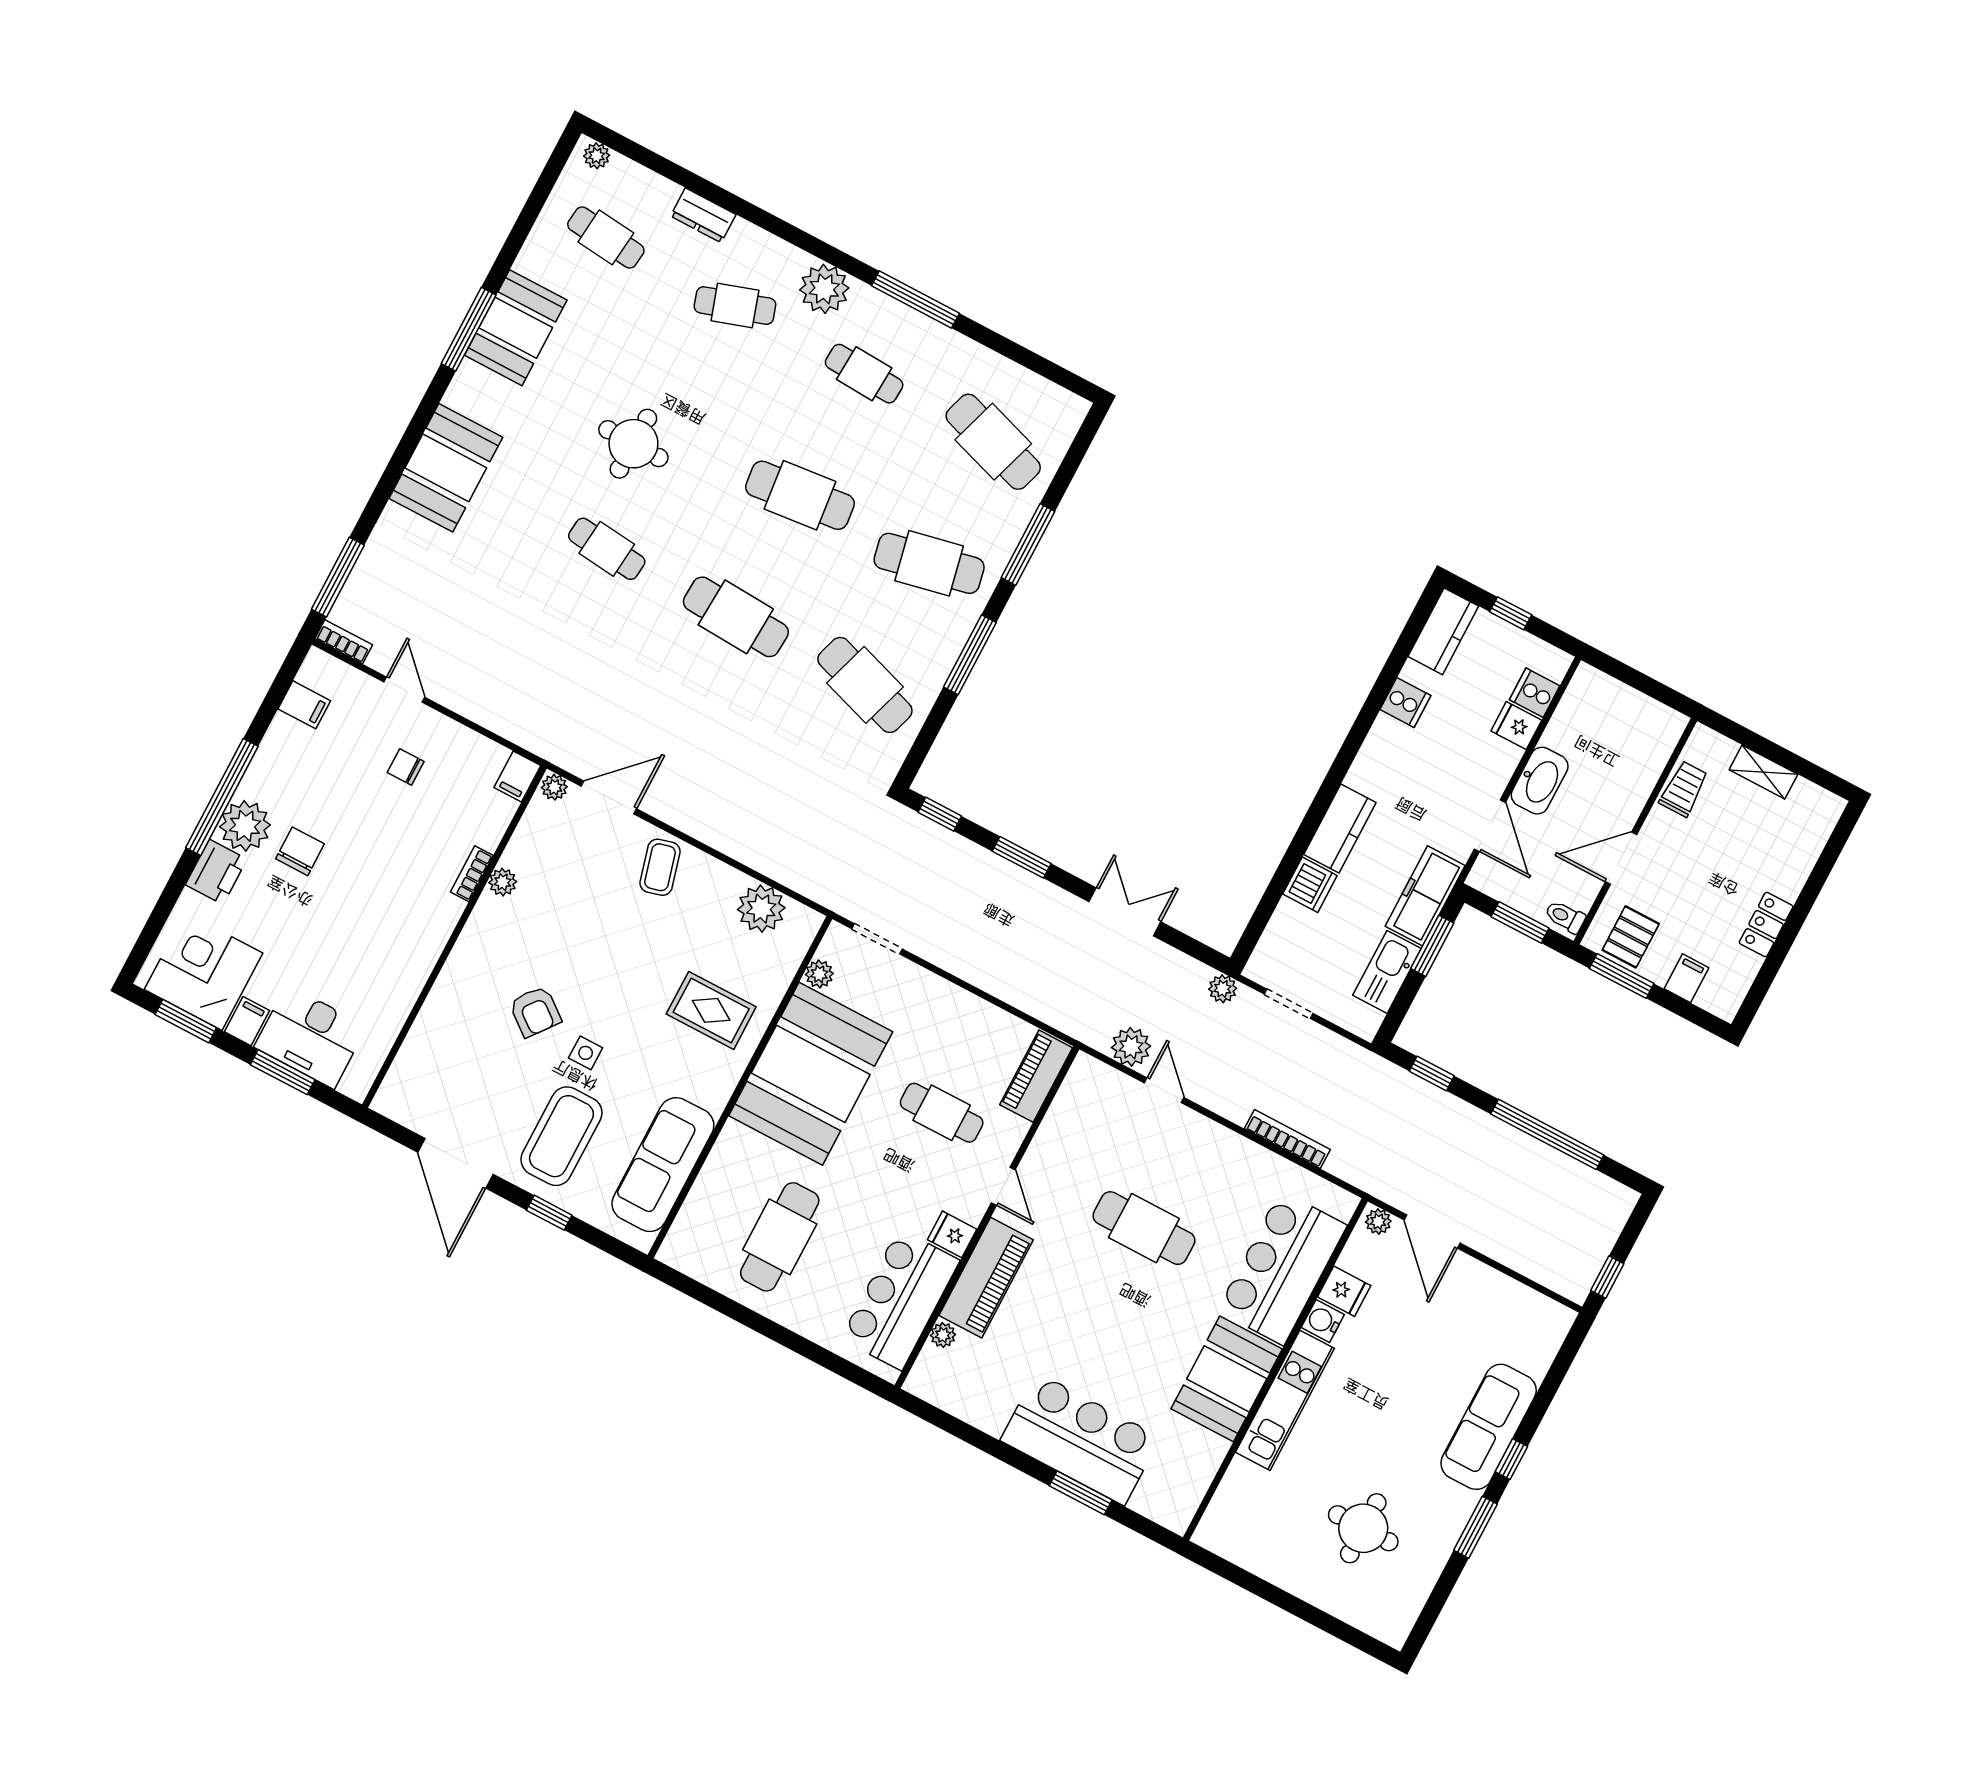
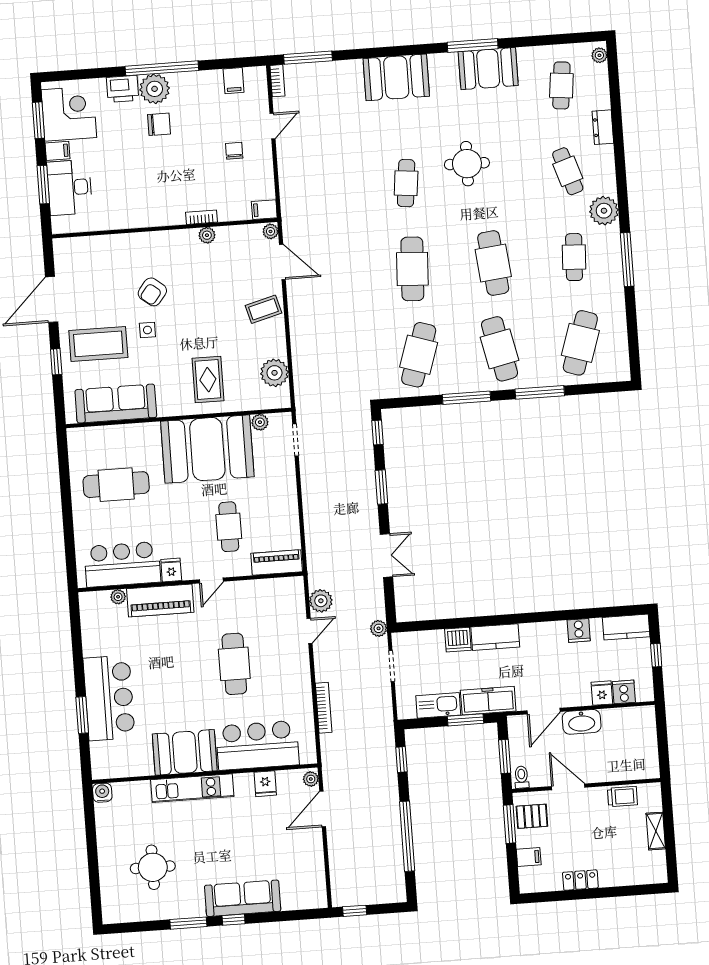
water cooler: (1323, 1321) -> (102, 793), moved

